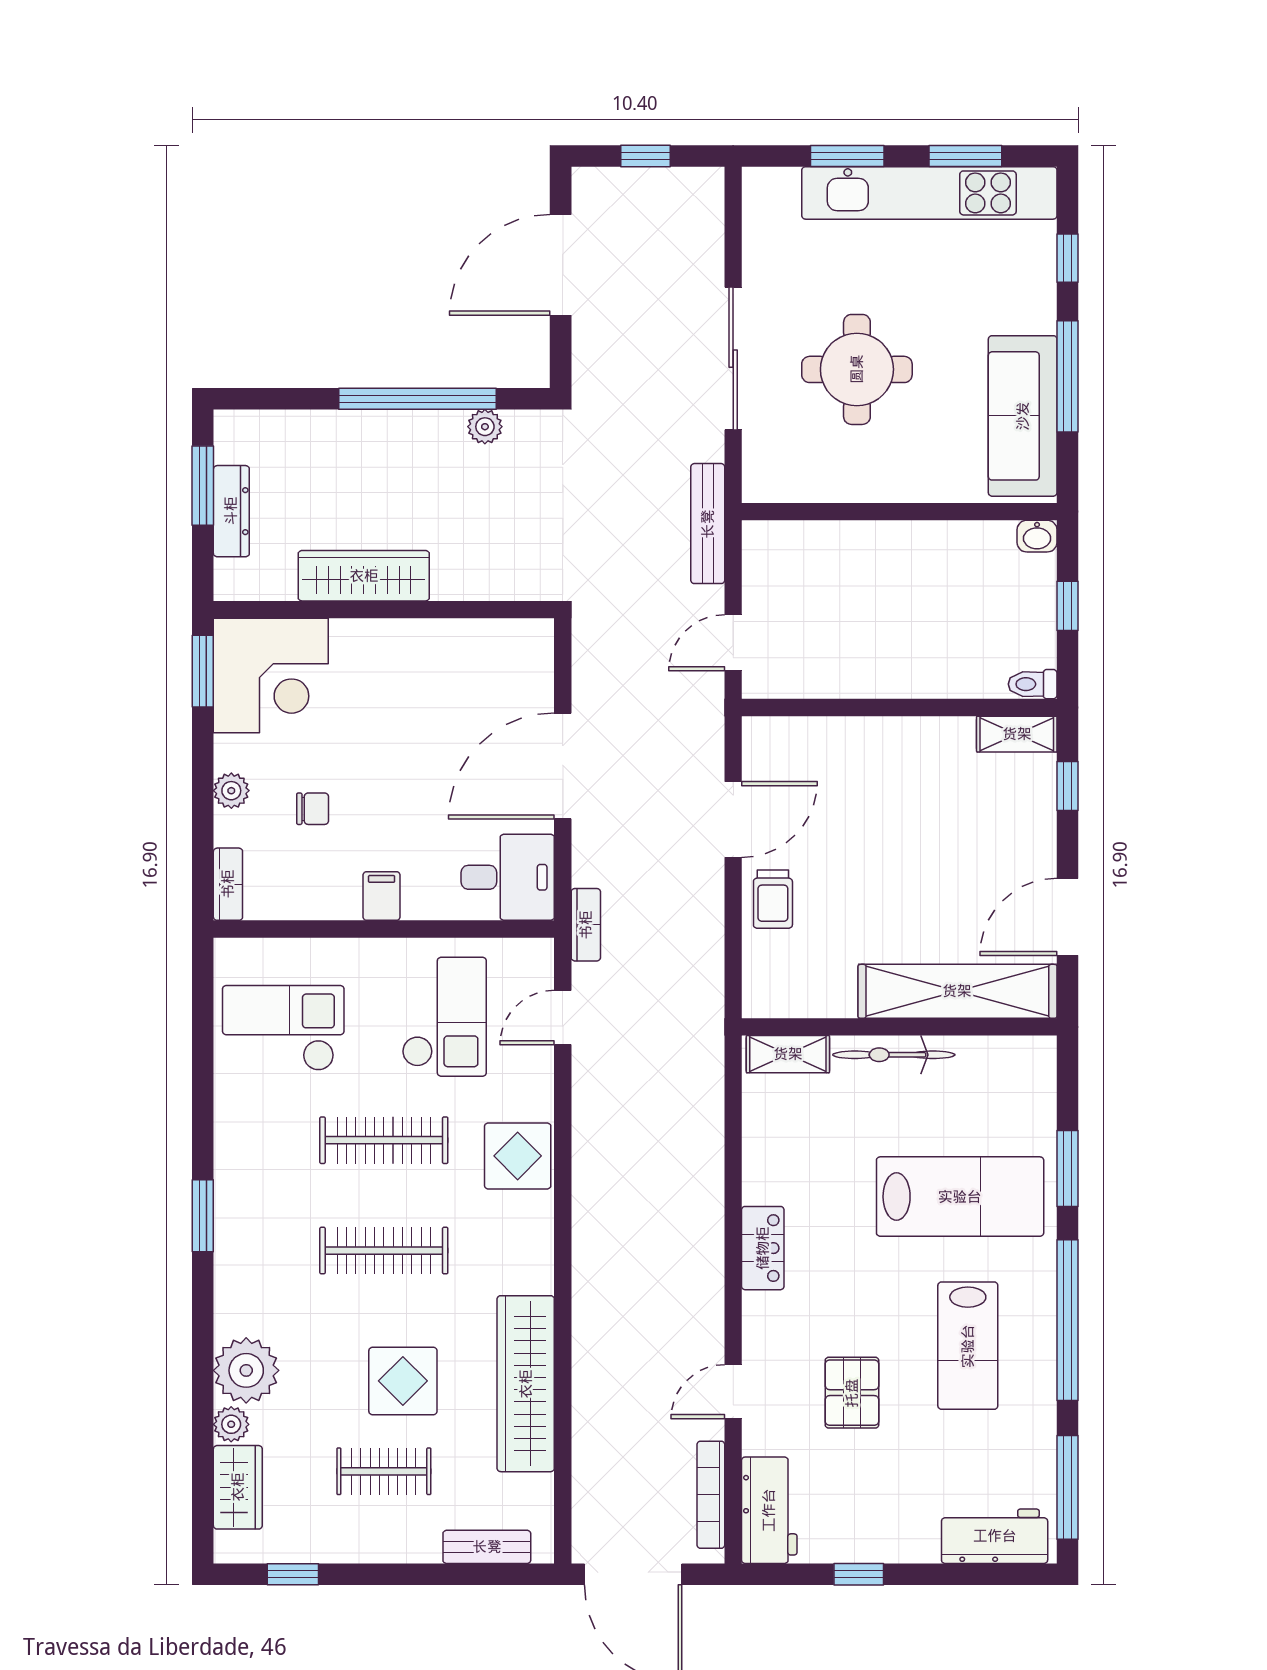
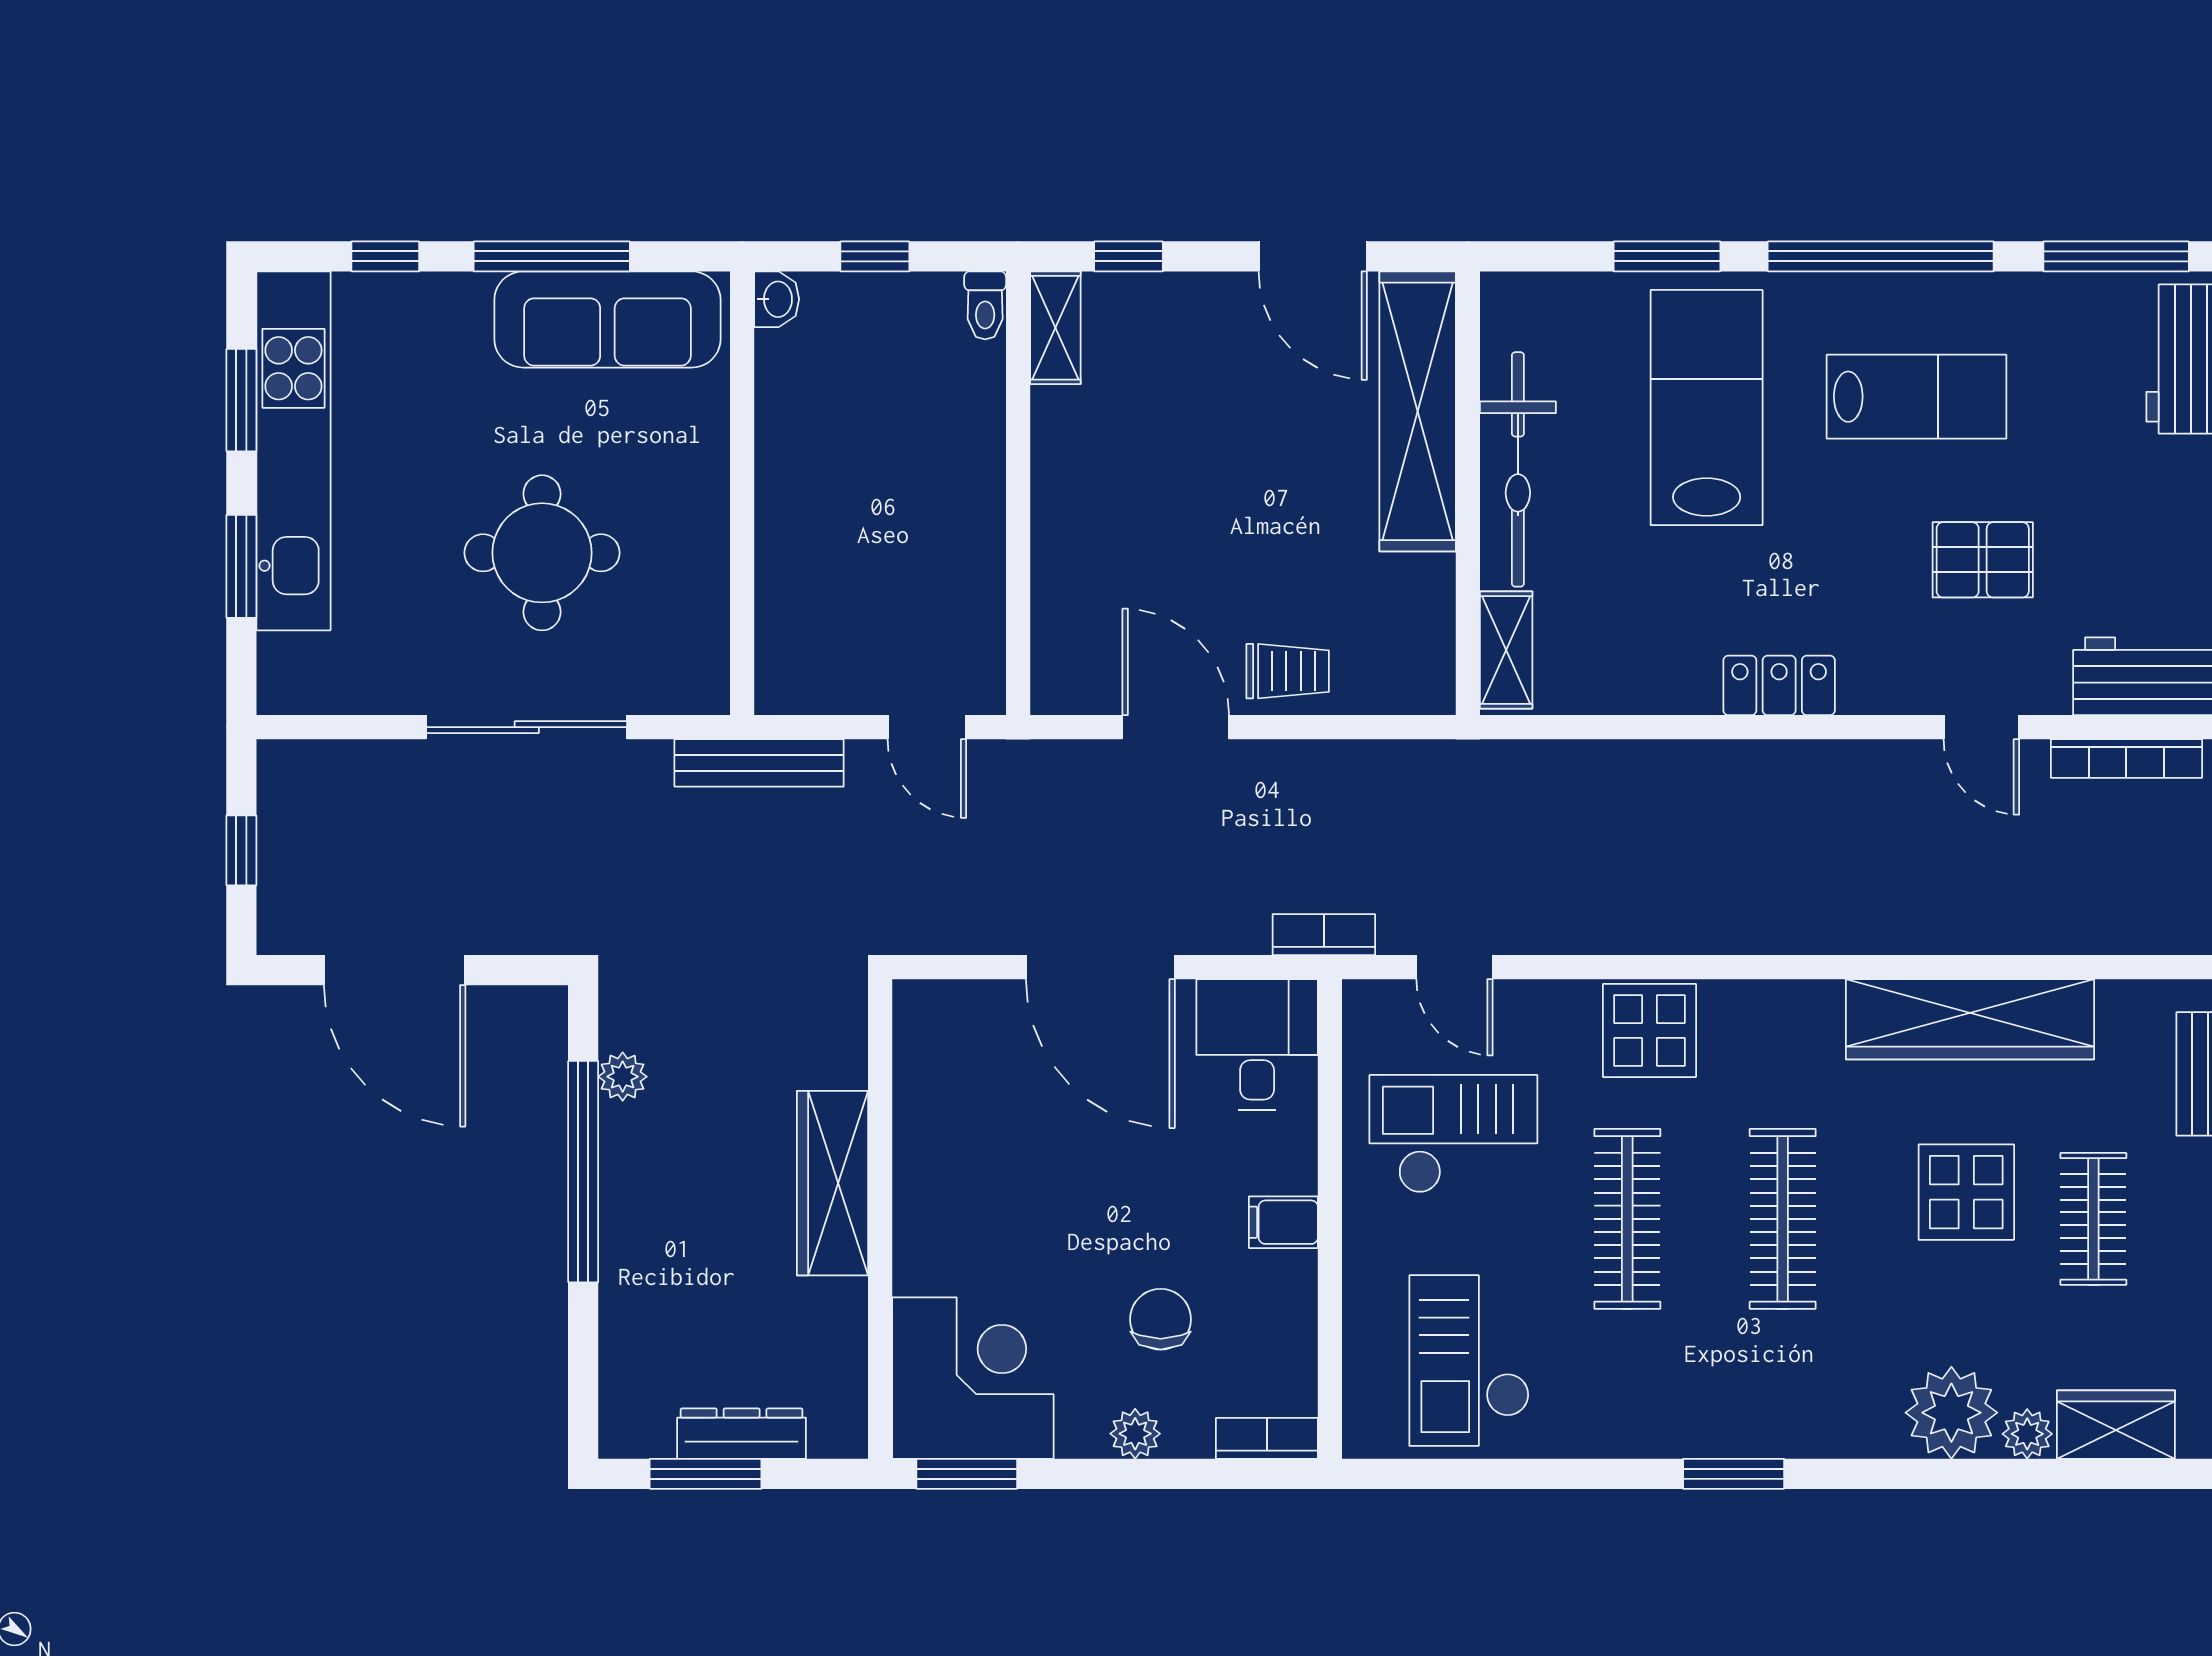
wardrobe: (364, 576) -> (832, 1183), moved
chair: (313, 809) -> (1161, 1319), width x1.37, depth x1.37
bicycle: (894, 1055) -> (1518, 469), width x1.37, depth x1.40

